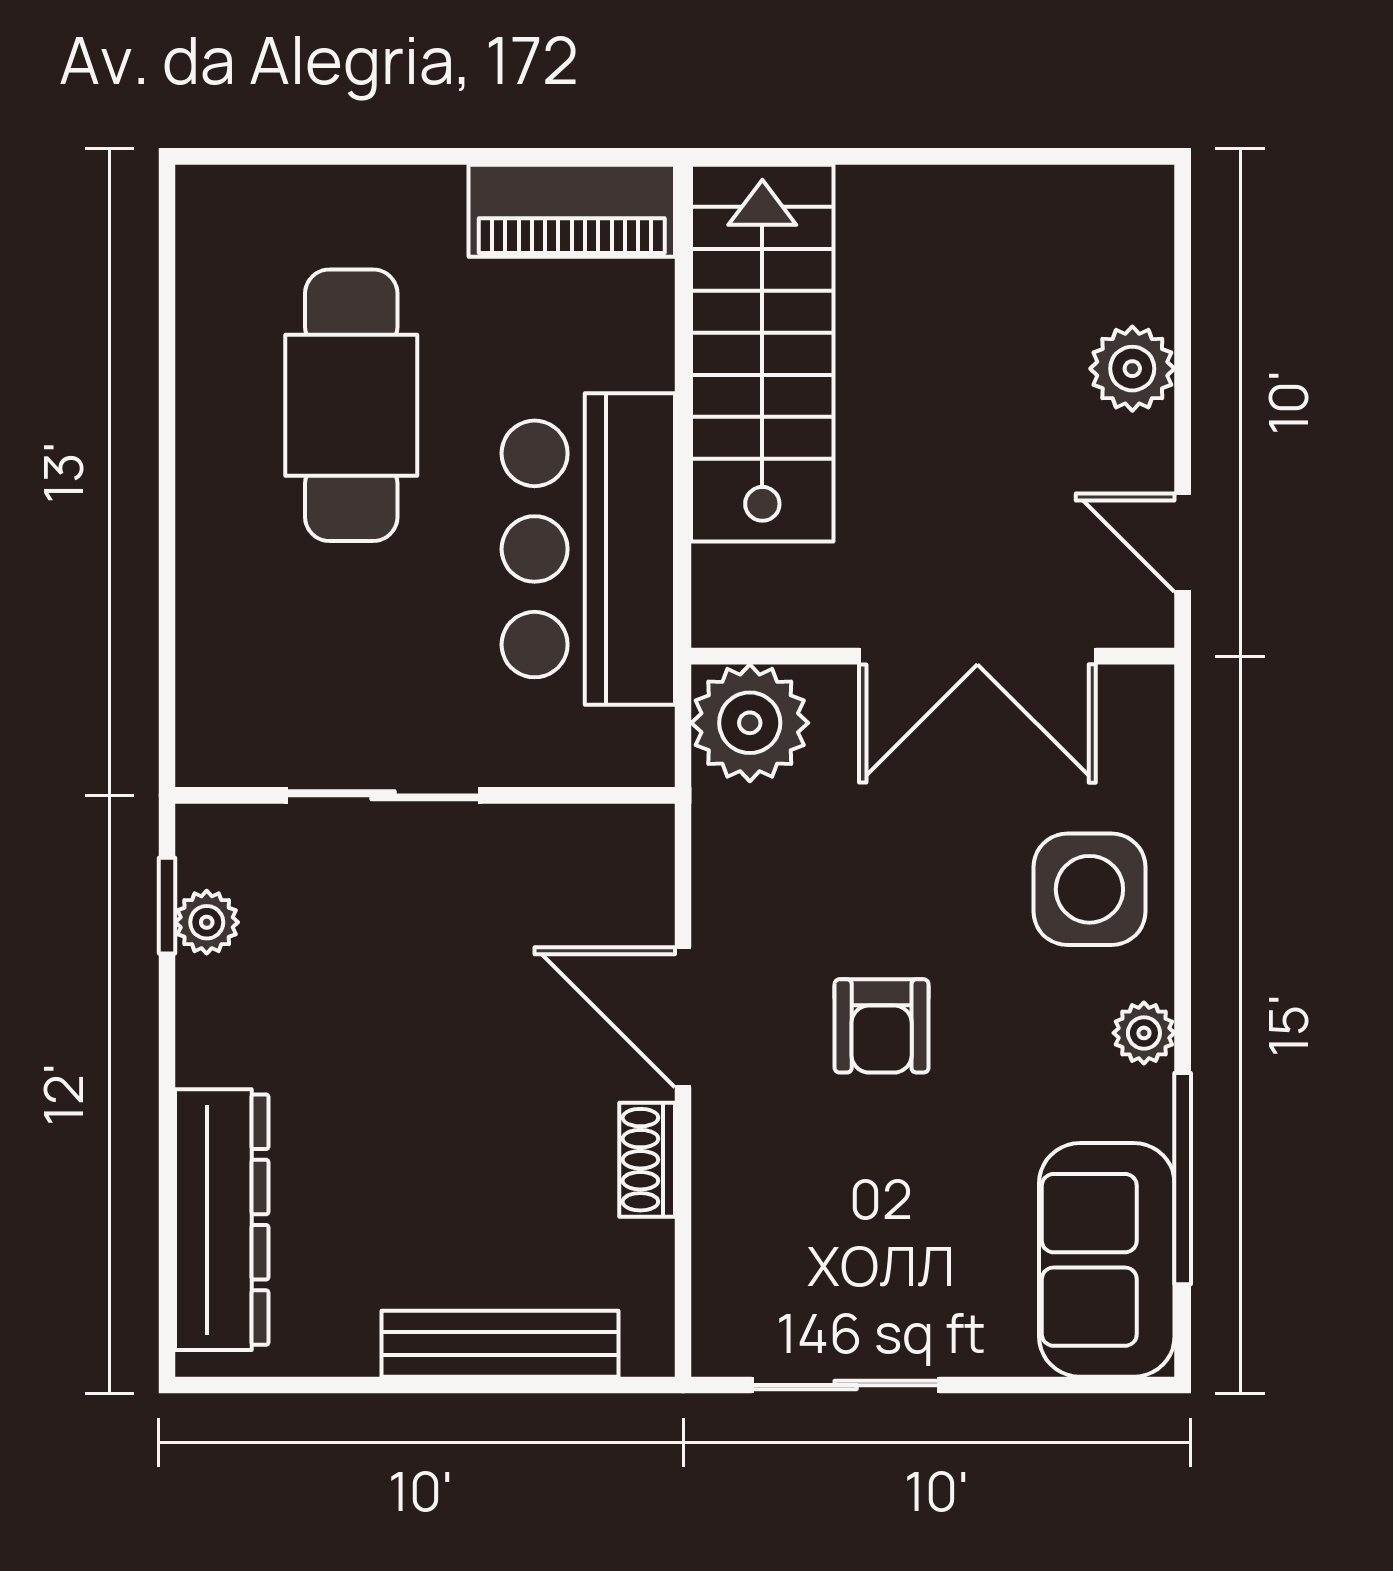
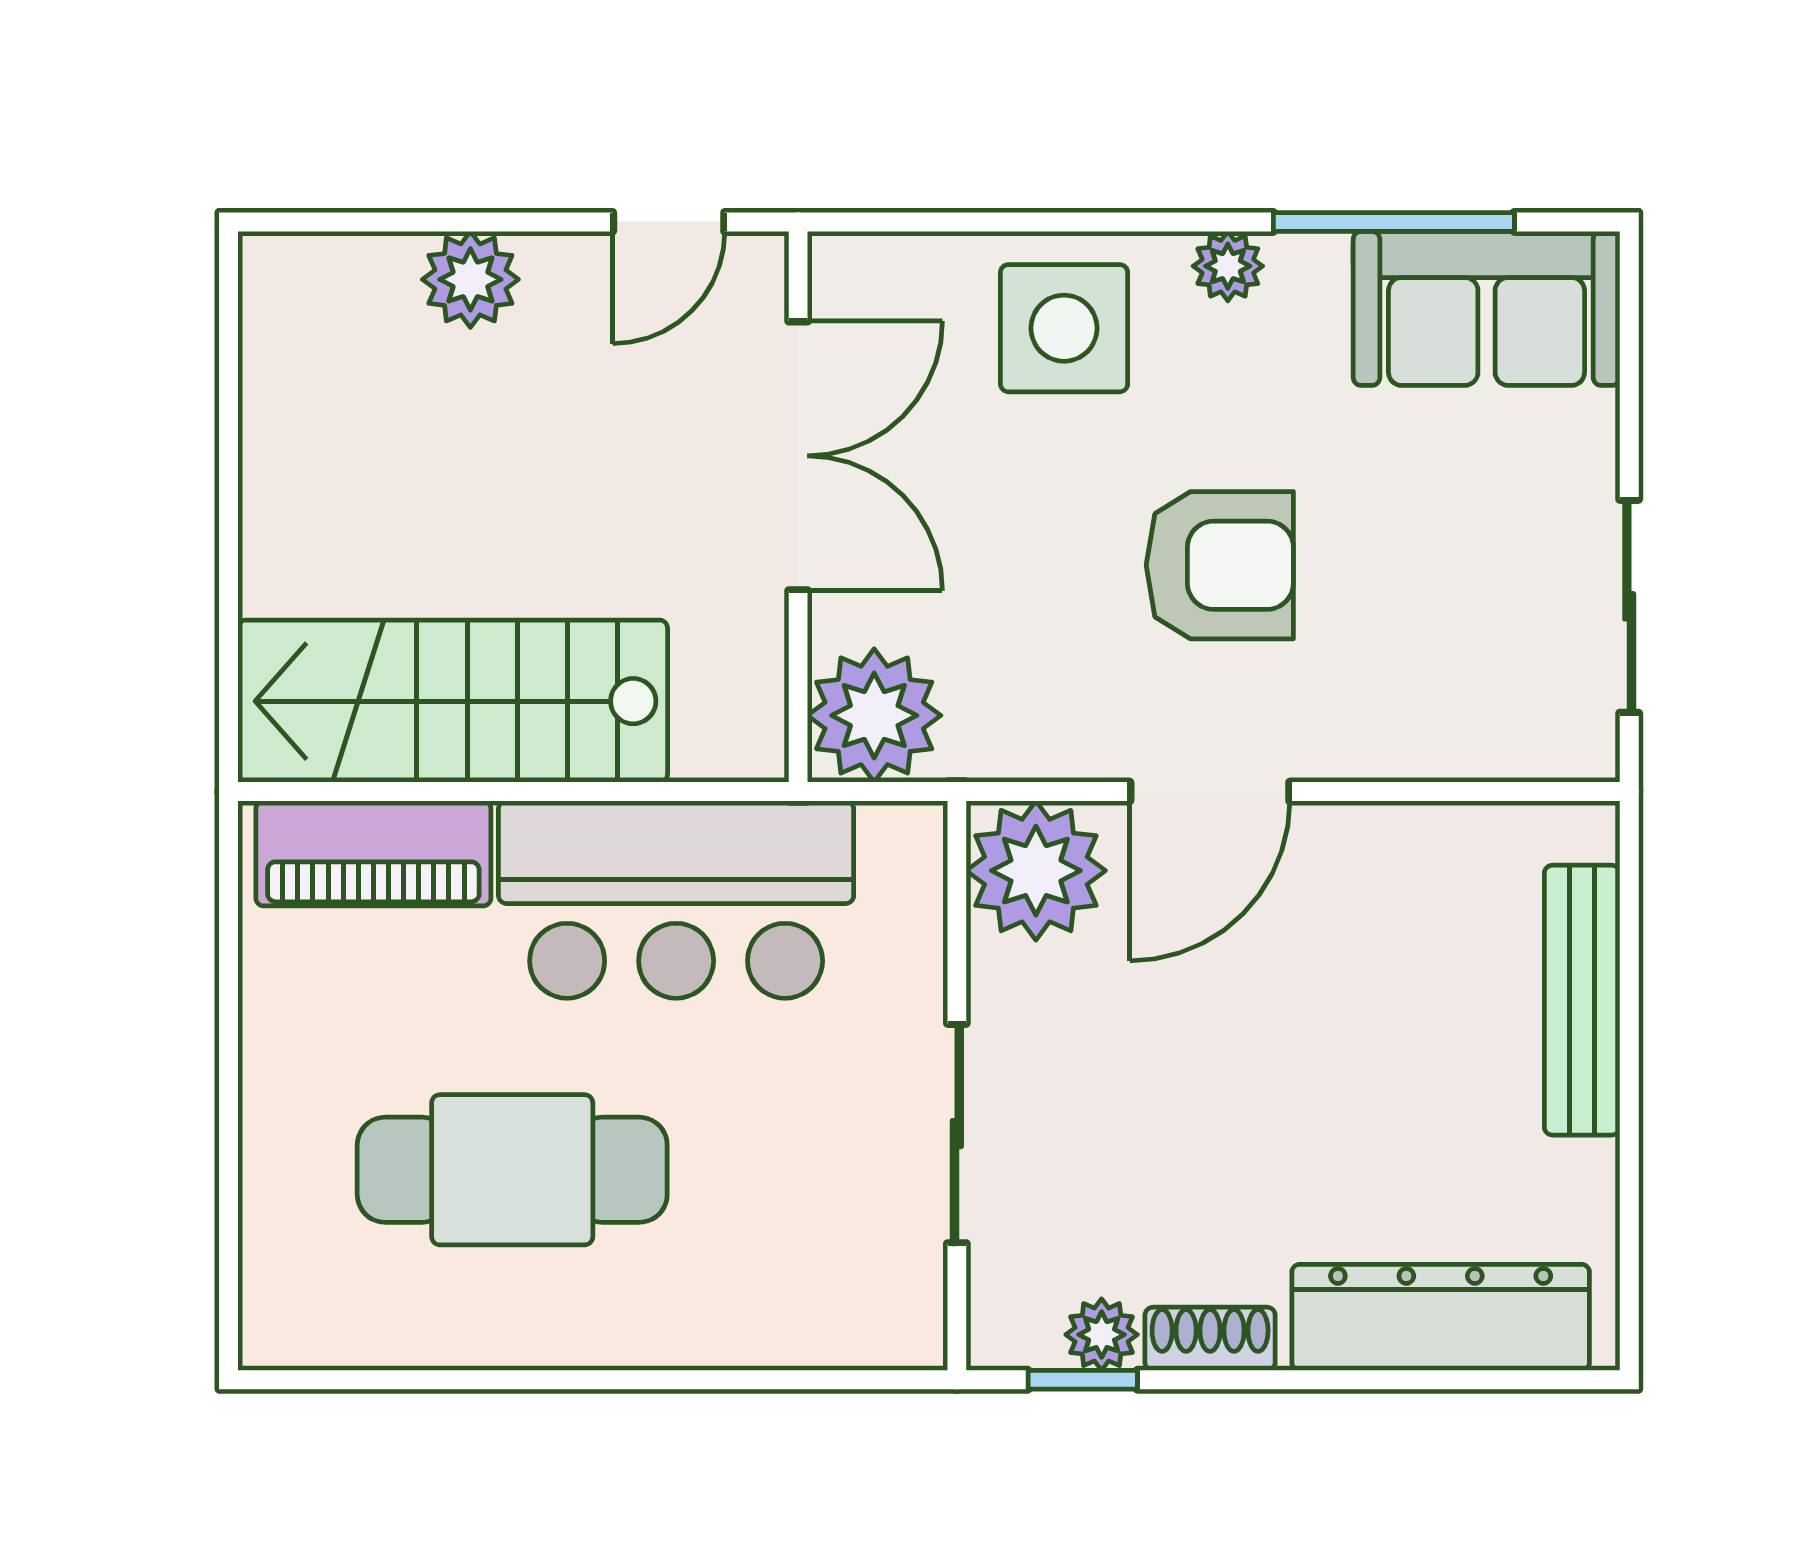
piano: (572, 211) -> (373, 853), moved, turned 90
plant: (614, 865) -> (1036, 871), added
armchair: (882, 1026) -> (1220, 565), width x1.38, depth x1.38
shoe rack: (647, 1160) -> (1210, 1339), moved, turned 180

